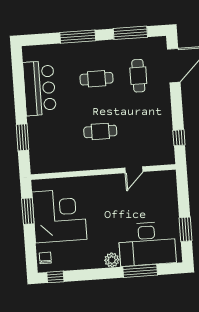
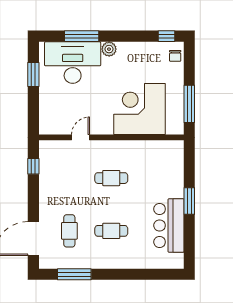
window: (78, 37) -> (127, 274), removed
window: (23, 137) -> (189, 201), moved
window: (28, 211) -> (189, 104), width x1.44
corner desk: (59, 216) -> (139, 109), moved, turned 90

